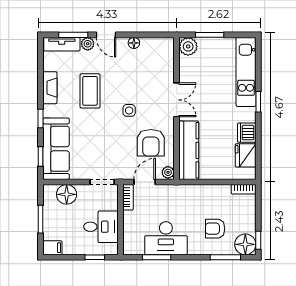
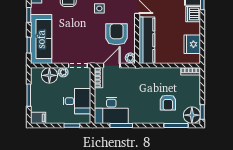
dishwasher: (247, 133) -> (193, 14), moved
armchair: (151, 143) -> (117, 34), turned 180
plant: (84, 190) -> (63, 72), added
armchair: (215, 229) -> (168, 103), turned -90
desk: (166, 238) -> (111, 110), moved

